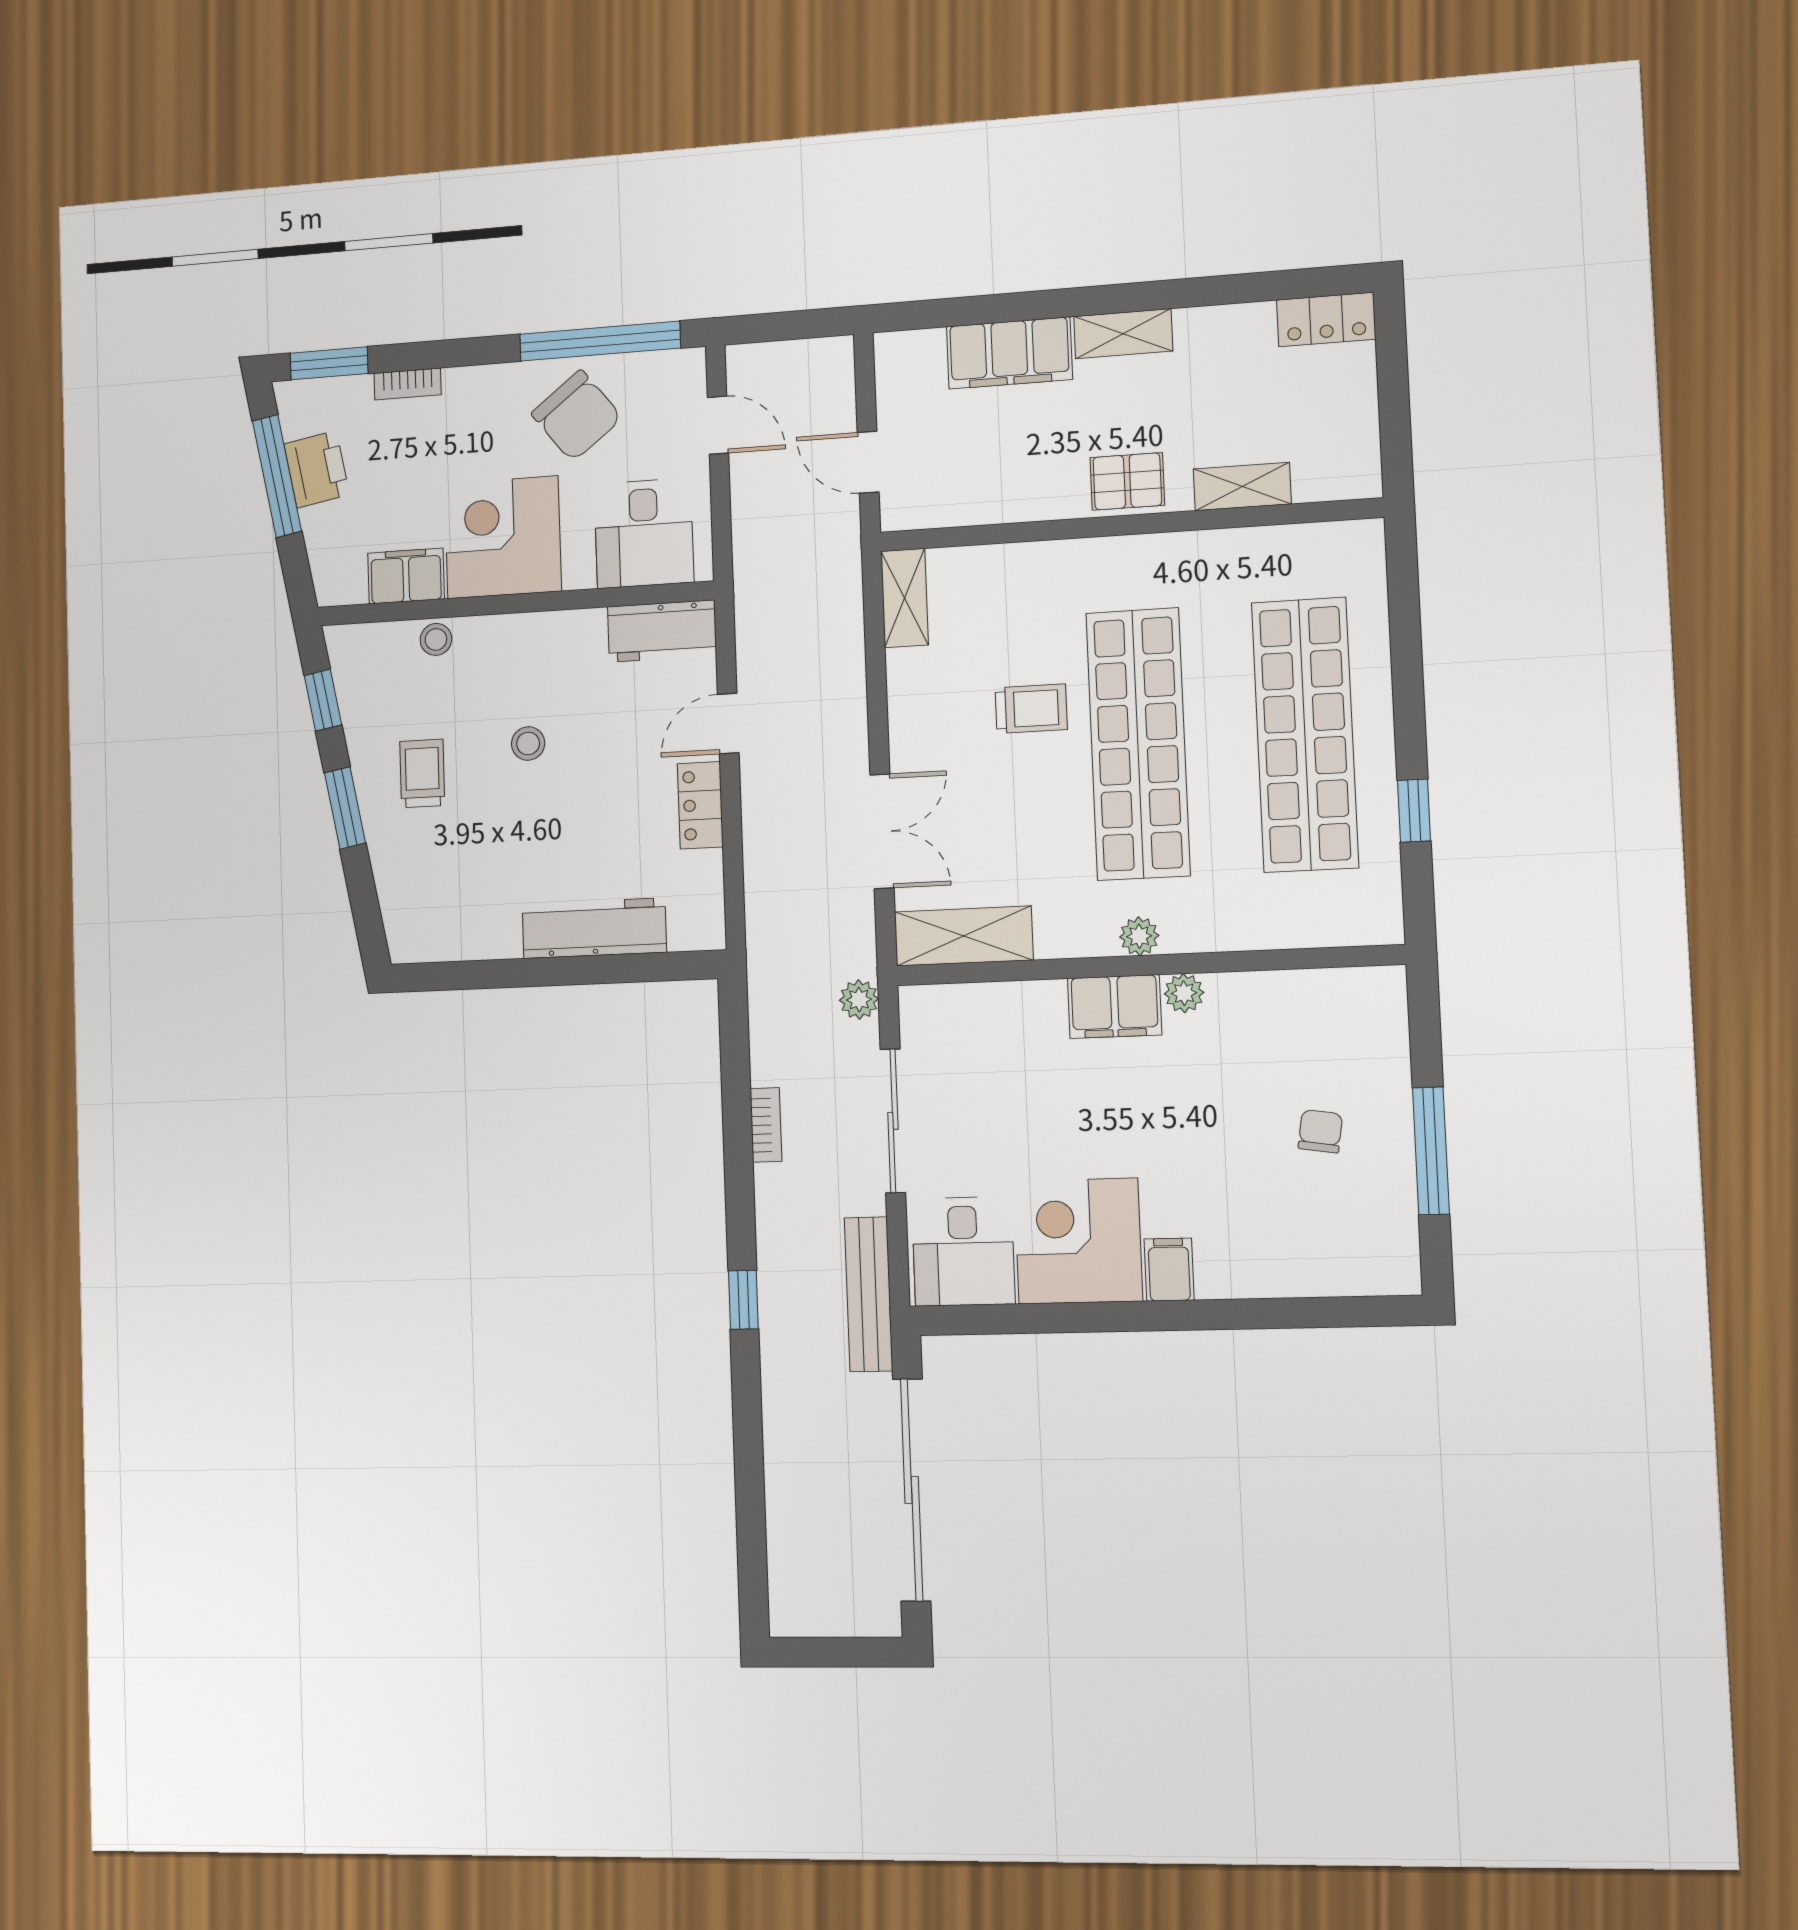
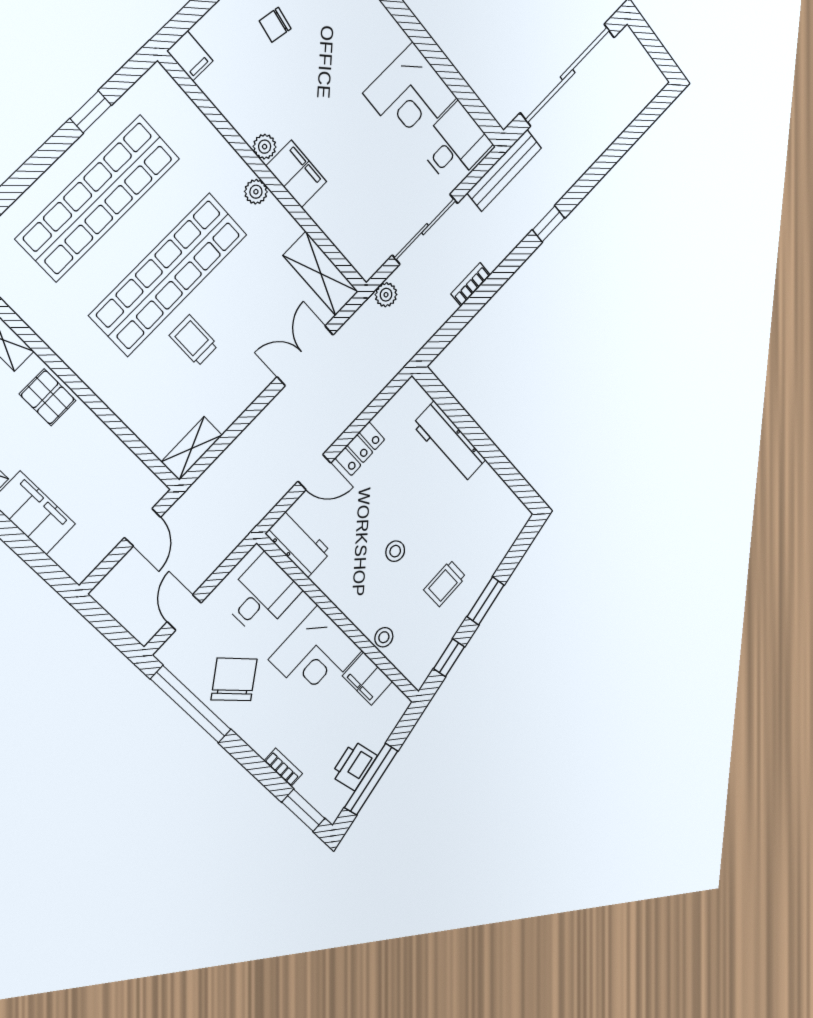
filing cabinet: (1169, 1270) -> (190, 56), moved, turned -90

